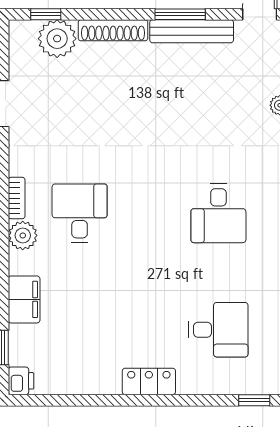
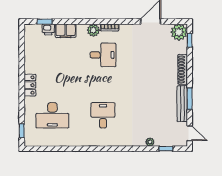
plant: (57, 39) -> (179, 32), moved
desk: (218, 213) -> (103, 115), turned 90
desk: (218, 330) -> (52, 115), width x1.37
printer: (21, 381) -> (48, 29), moved

